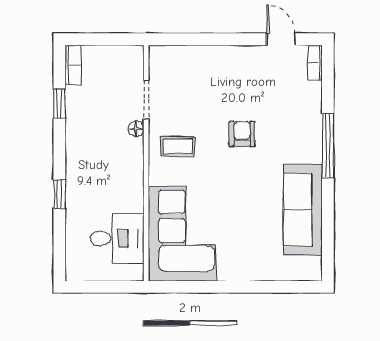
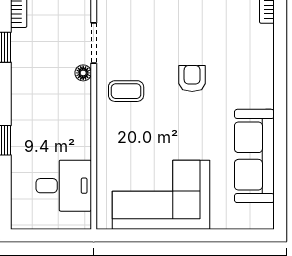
window: (328, 146) -> (280, 90), removed
corner sofa: (182, 234) -> (161, 195), moved, turned -90

